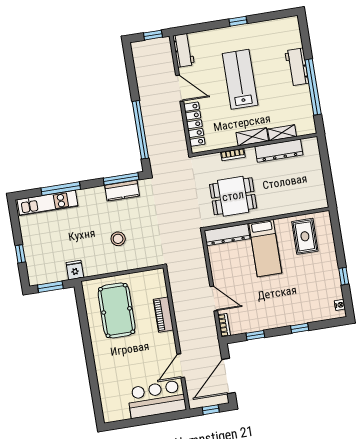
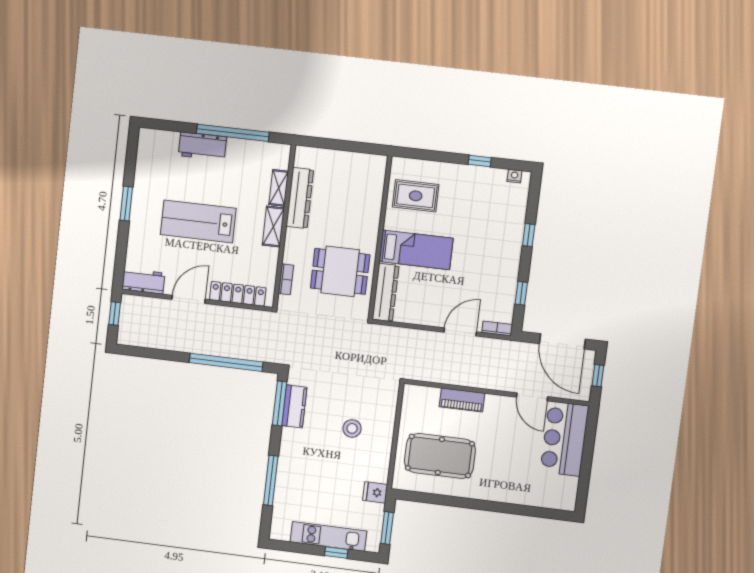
window: (238, 21) -> (126, 204), width x1.50
bookcase: (233, 155) -> (286, 279), moved
dining table: (233, 196) -> (340, 271), turned 90
kitchen unit: (48, 203) -> (328, 536), moved, turned -90

